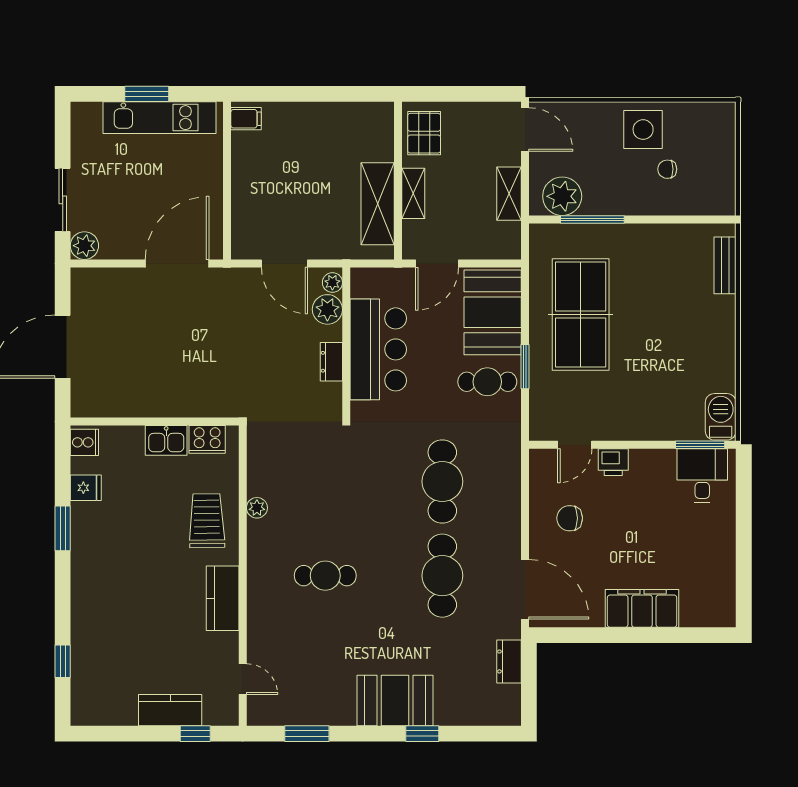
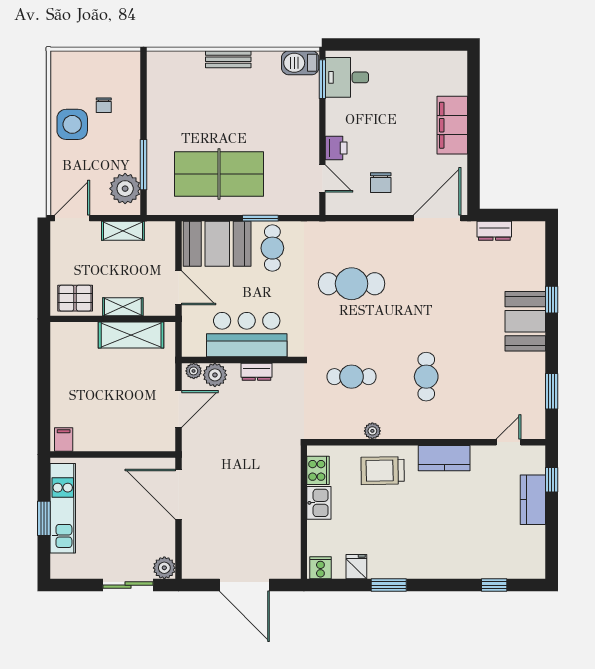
bench: (725, 265) -> (228, 59), moved
cafe table: (442, 576) -> (352, 377), moved, width x0.73, depth x0.74

